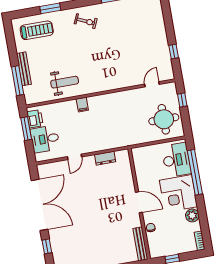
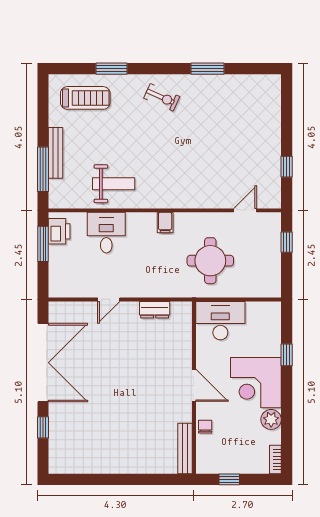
filing cabinet: (82, 105) -> (165, 223), moved
round table: (164, 119) -> (210, 261), moved
desk: (45, 139) -> (106, 233), moved, turned 90
desk: (176, 160) -> (220, 321), moved, turned -90
window: (195, 172) -> (287, 355), width x0.32

